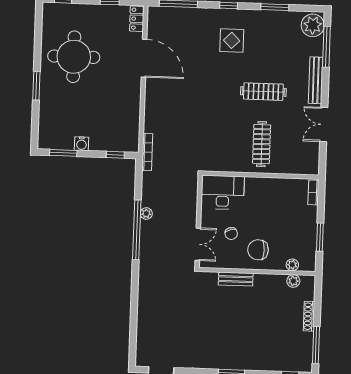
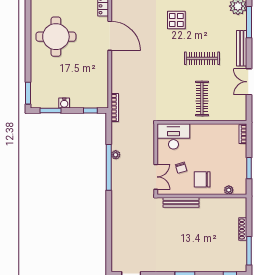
window: (36, 86) -> (28, 93), moved
bench: (236, 279) -> (181, 202), width x1.36
plant: (293, 281) -> (230, 202), removed

